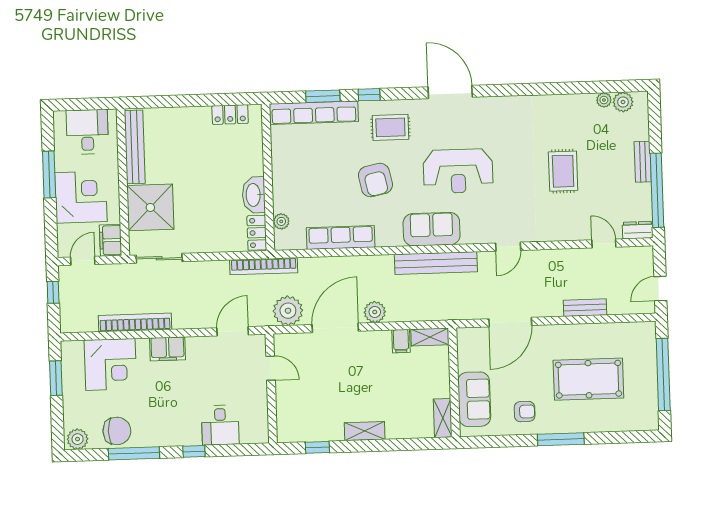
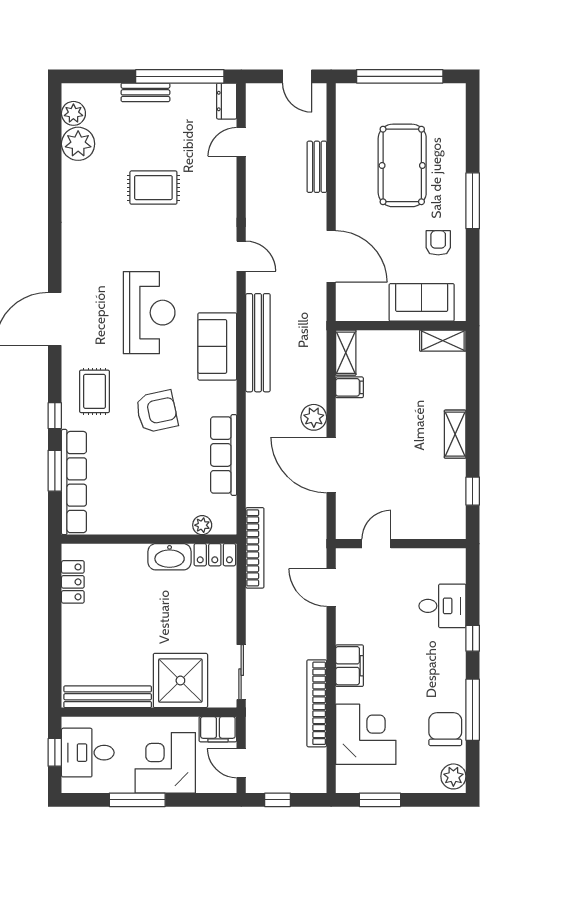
plant: (604, 100) -> (78, 144), width x1.88, depth x1.88
window: (87, 104) -> (55, 752), added
plant: (288, 311) -> (309, 521), removed

